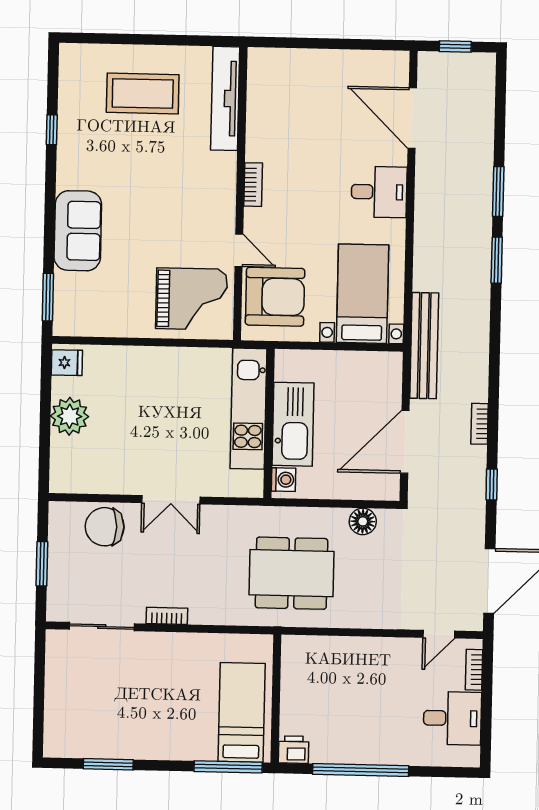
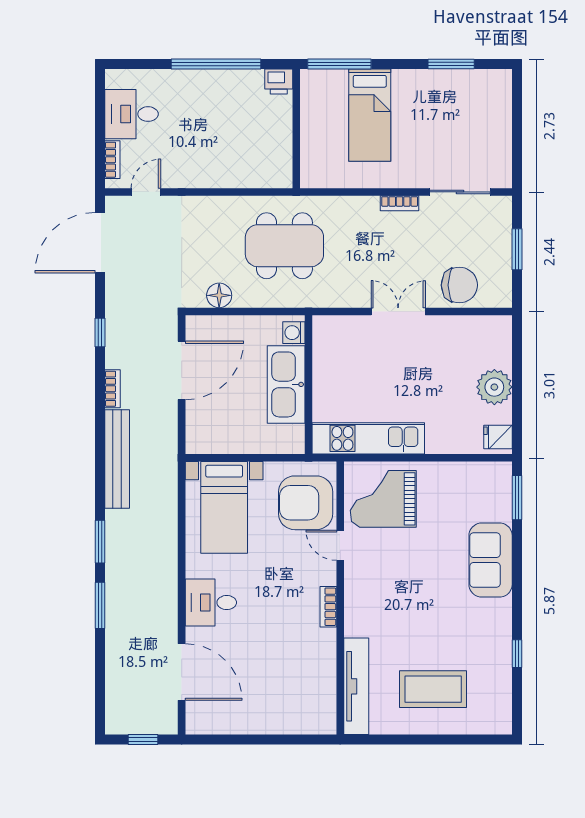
bench: (424, 346) -> (117, 459), moved
kitchen unit: (248, 409) -> (368, 438), moved, turned -90
bed: (242, 712) -> (370, 115), moved

